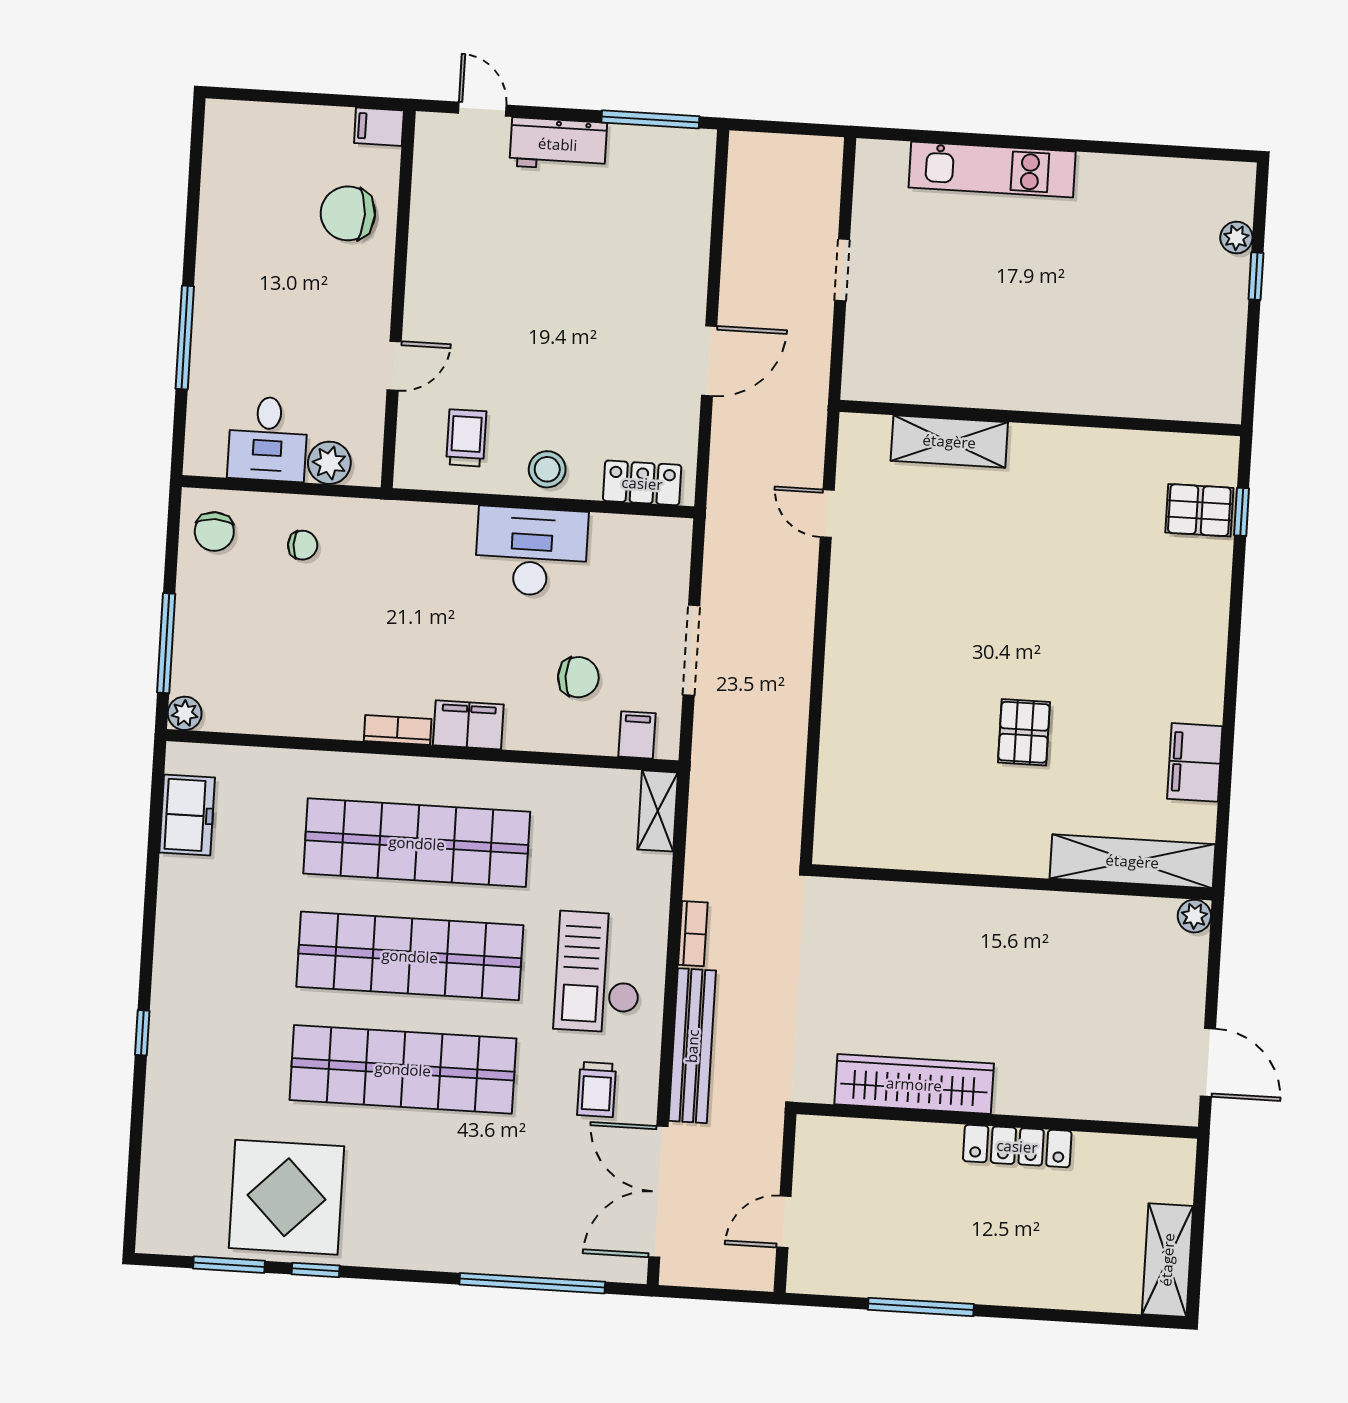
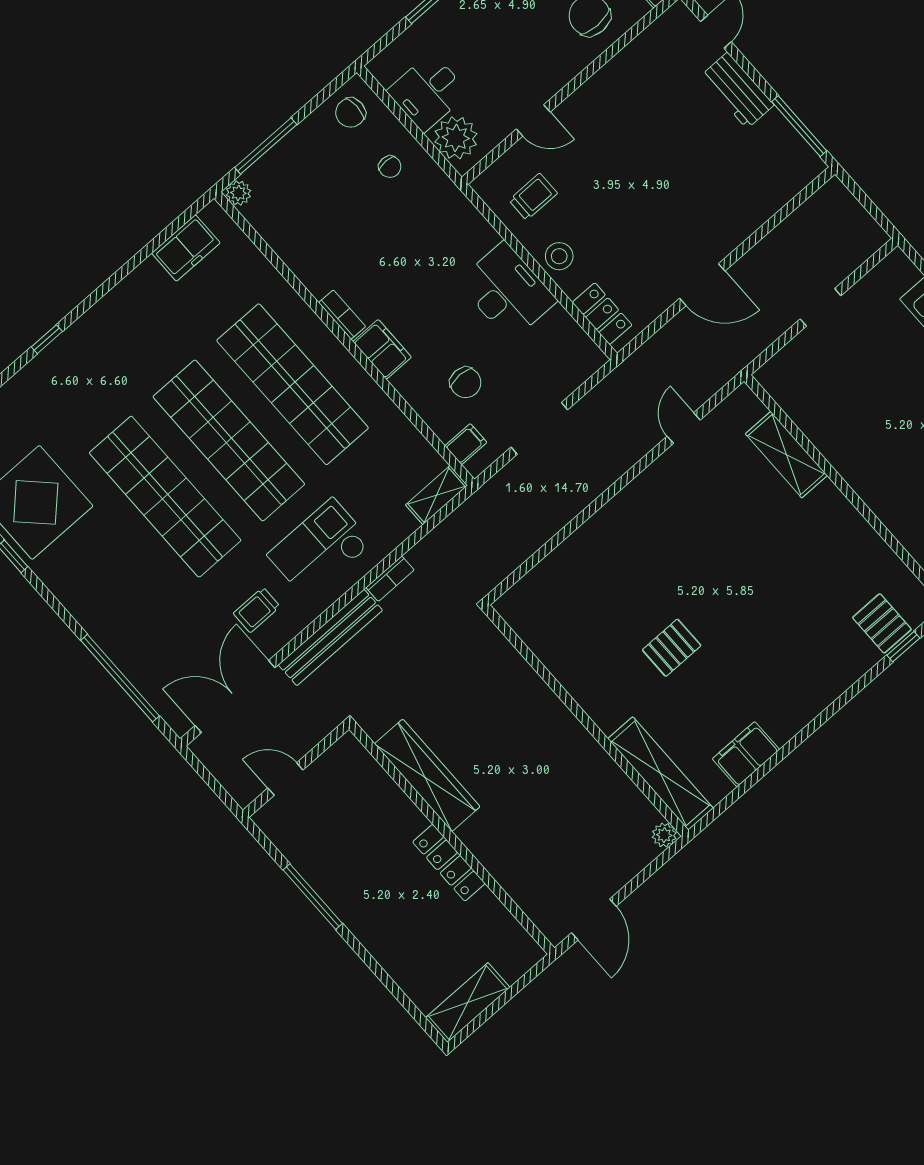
plant: (329, 463) -> (456, 138), width x1.36, depth x1.36

